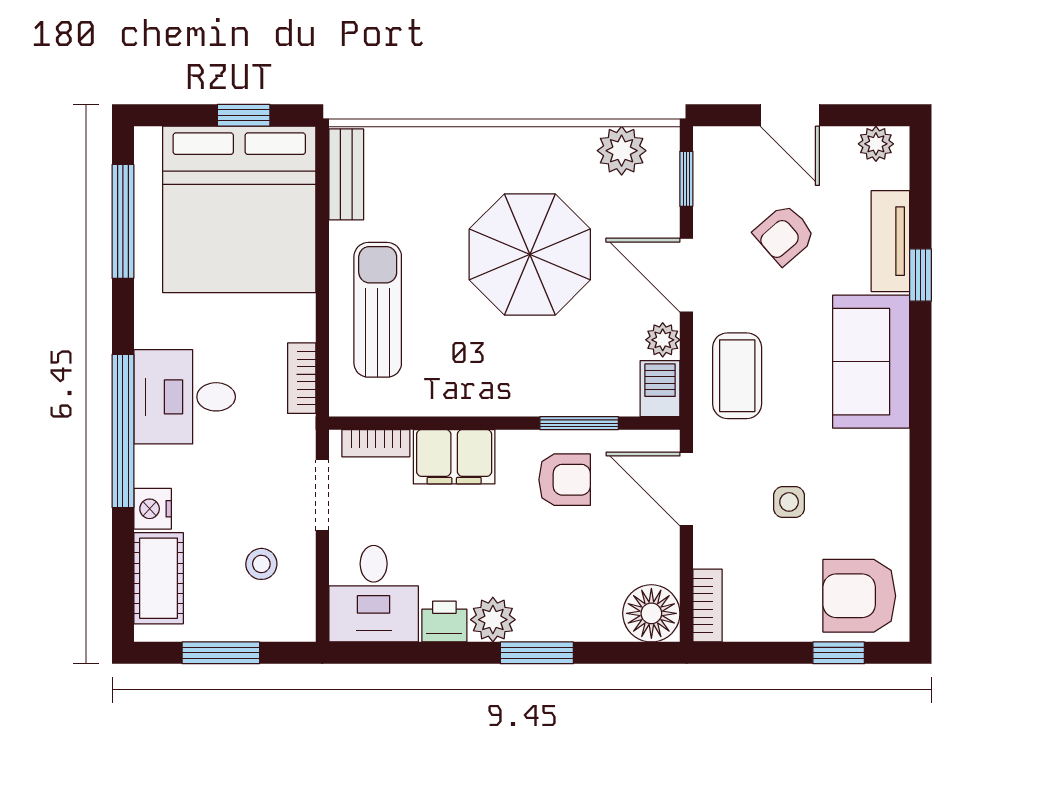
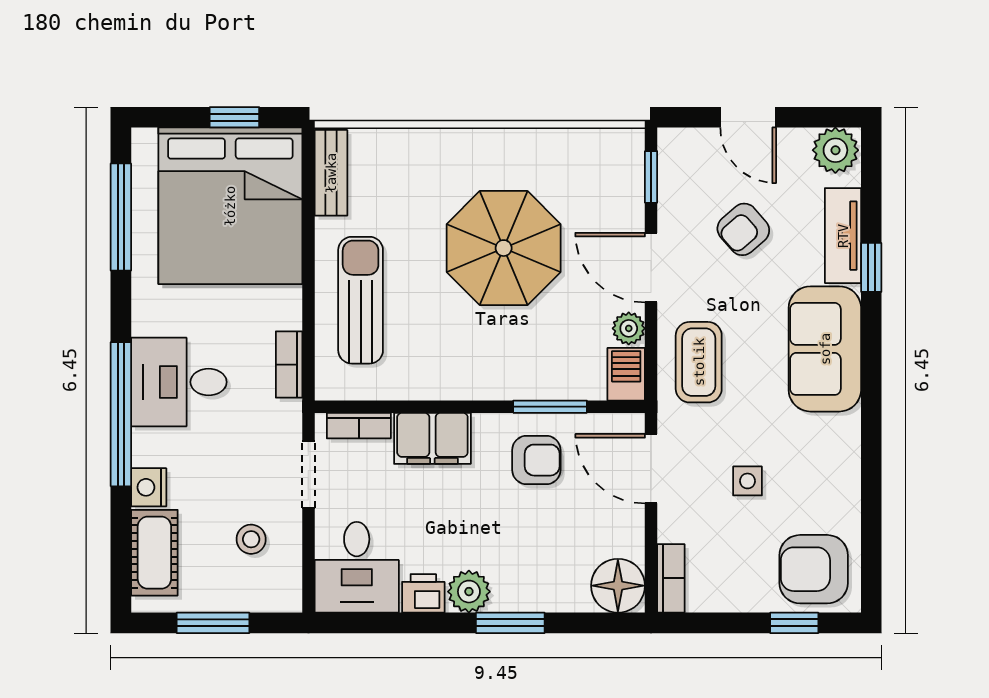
plant: (876, 144) -> (835, 150), width x1.38, depth x1.38
plant: (622, 151) -> (590, 150), removed

